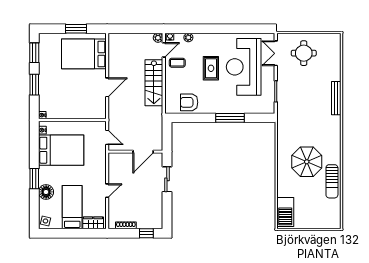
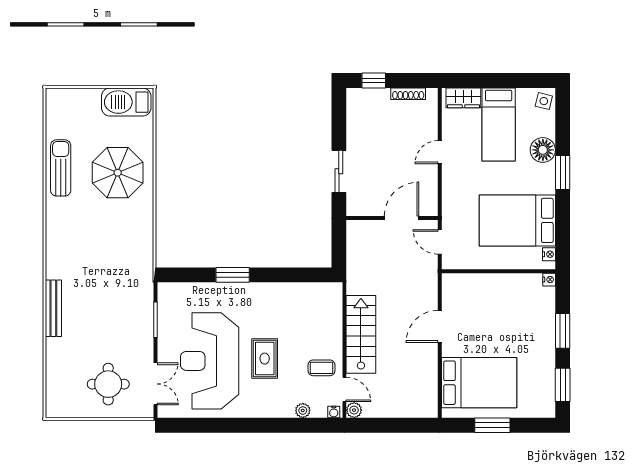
door: (164, 50) -> (344, 389), swing flipped
reception desk: (244, 67) -> (210, 361), turned 180
armchair: (189, 102) -> (302, 301), removed
window: (230, 118) -> (233, 275), width x0.69
door: (143, 152) -> (402, 218), moved
parasol: (307, 162) -> (118, 173), moved
barbecue: (285, 212) -> (126, 102), moved, turned -90

